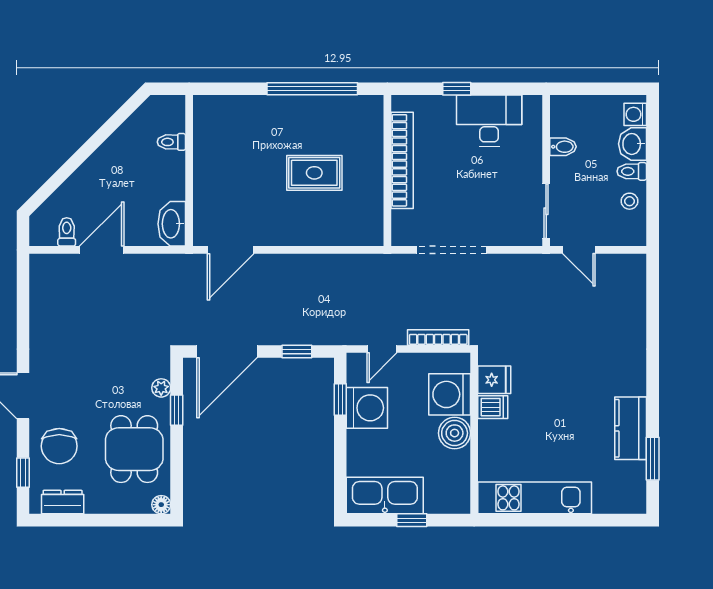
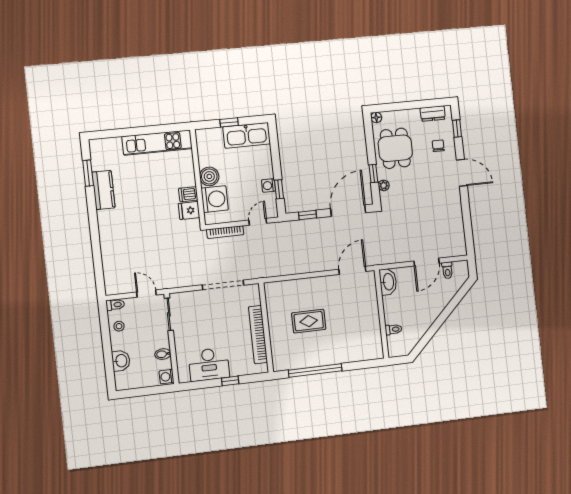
washing machine: (635, 114) -> (167, 377), moved, turned 180
toilet: (632, 171) -> (115, 305), moved
washing machine: (367, 408) -> (268, 185), width x0.53, depth x0.53
chair: (59, 446) -> (438, 146), width x0.54, depth x0.54

